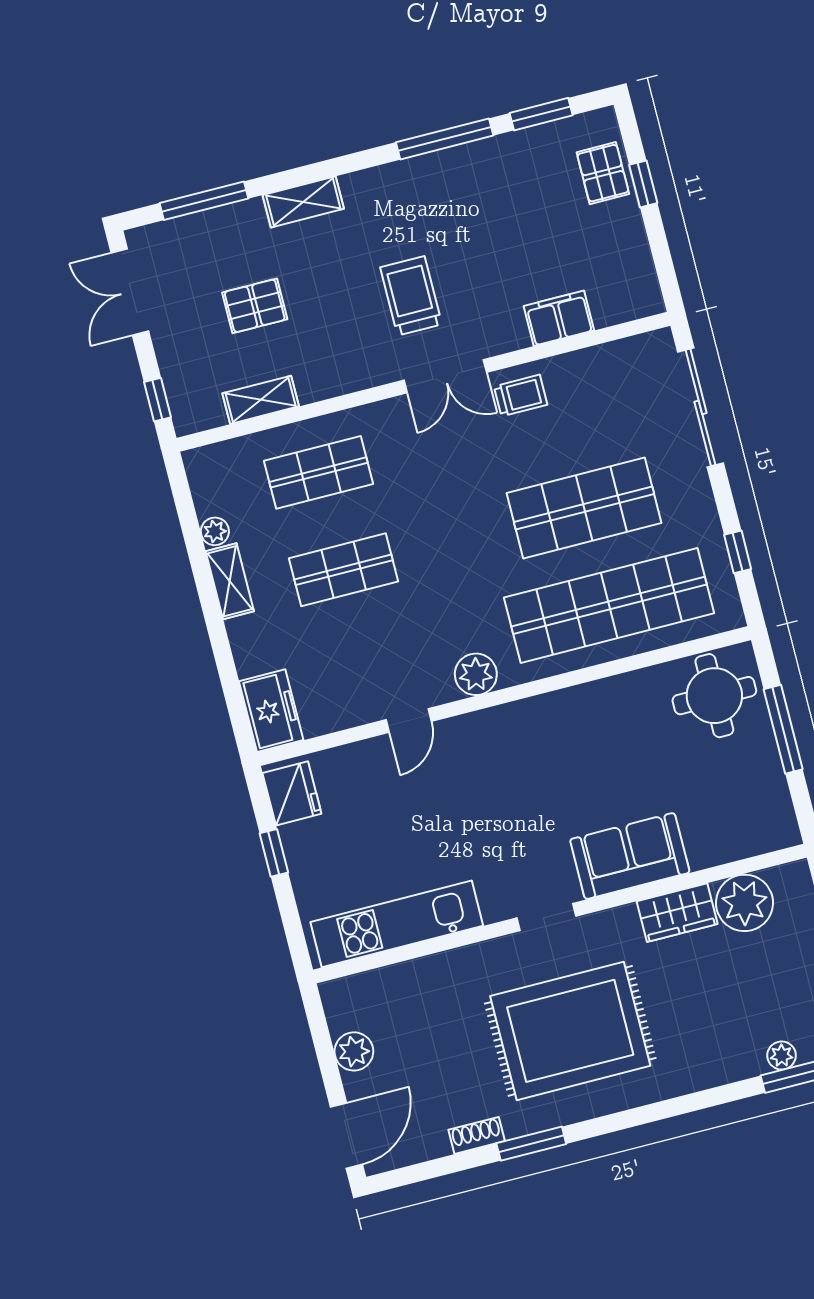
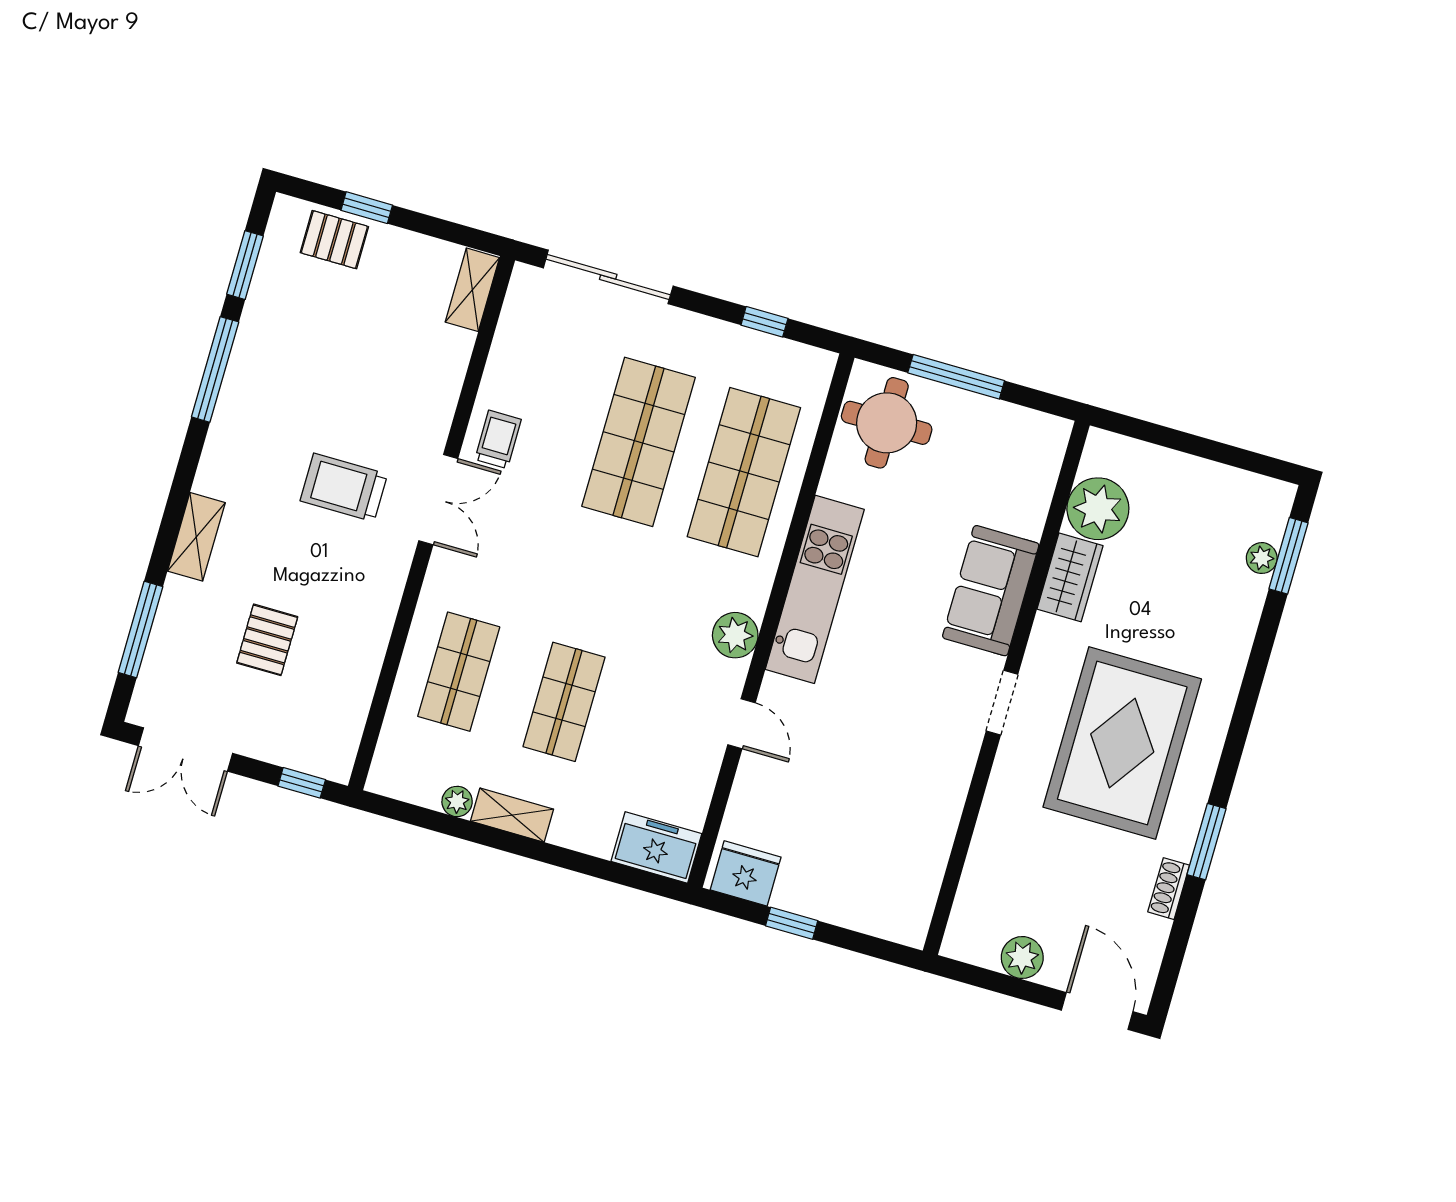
filing cabinet: (559, 318) -> (446, 361), removed
shelving: (261, 400) -> (472, 290), moved
shop shelf: (609, 605) -> (744, 472), width x0.71
kitchen unit: (397, 924) -> (815, 589), moved, turned 180

